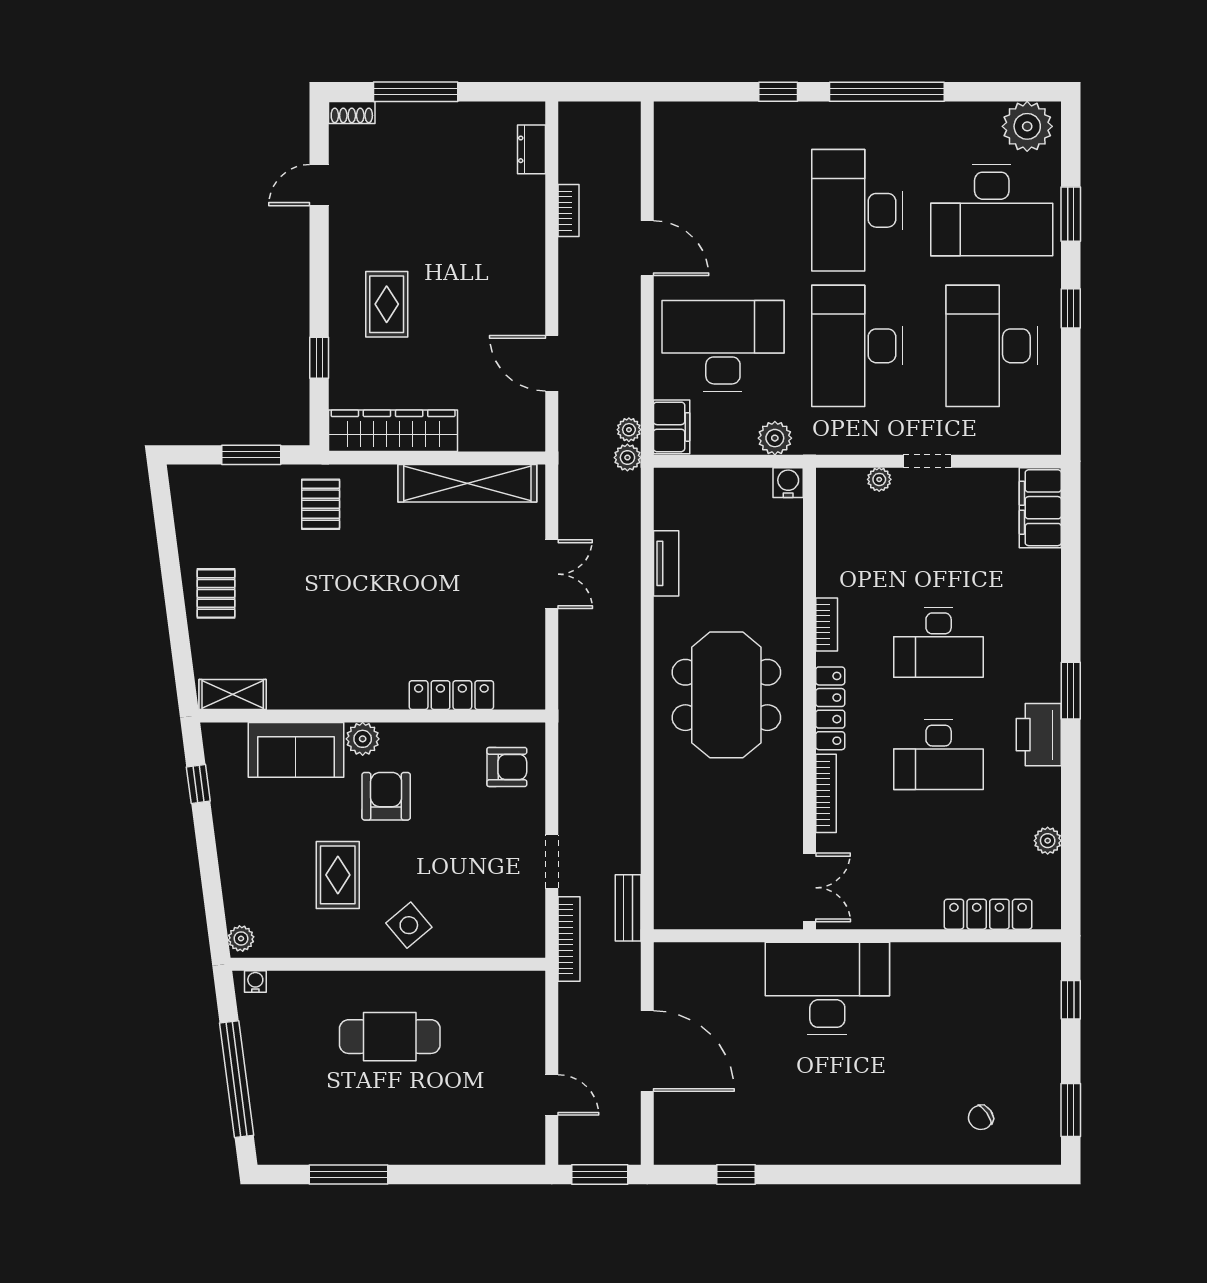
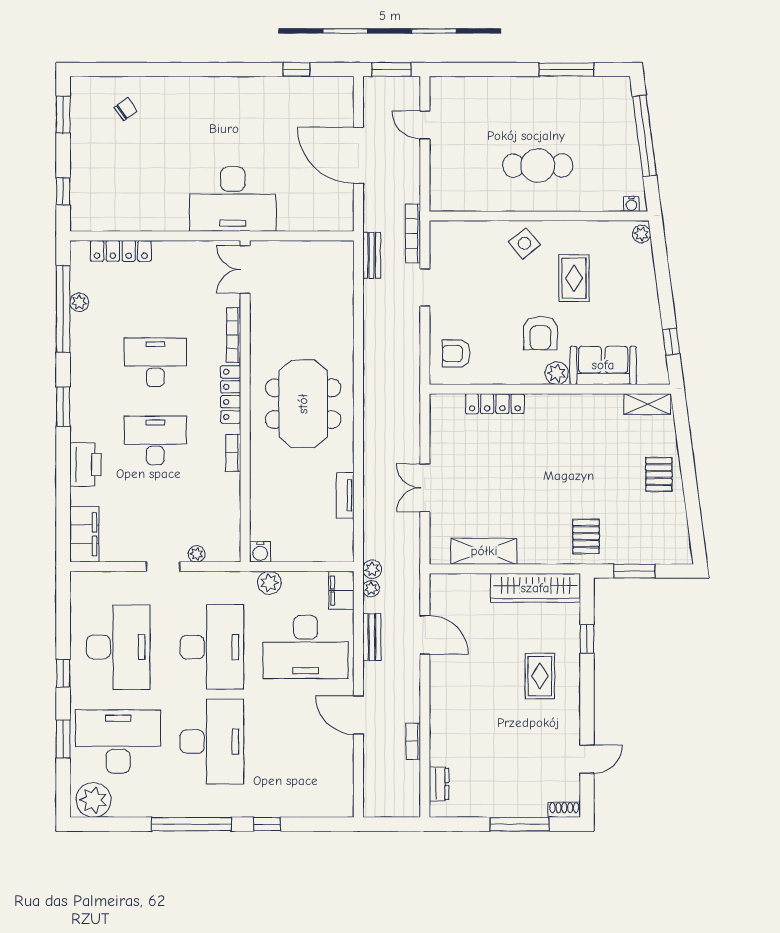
bench: (628, 360) -> (372, 637), added
shelving: (467, 483) -> (484, 551), width x0.68
printer: (1039, 735) -> (85, 465), moved
window: (1071, 831) -> (63, 309), added

